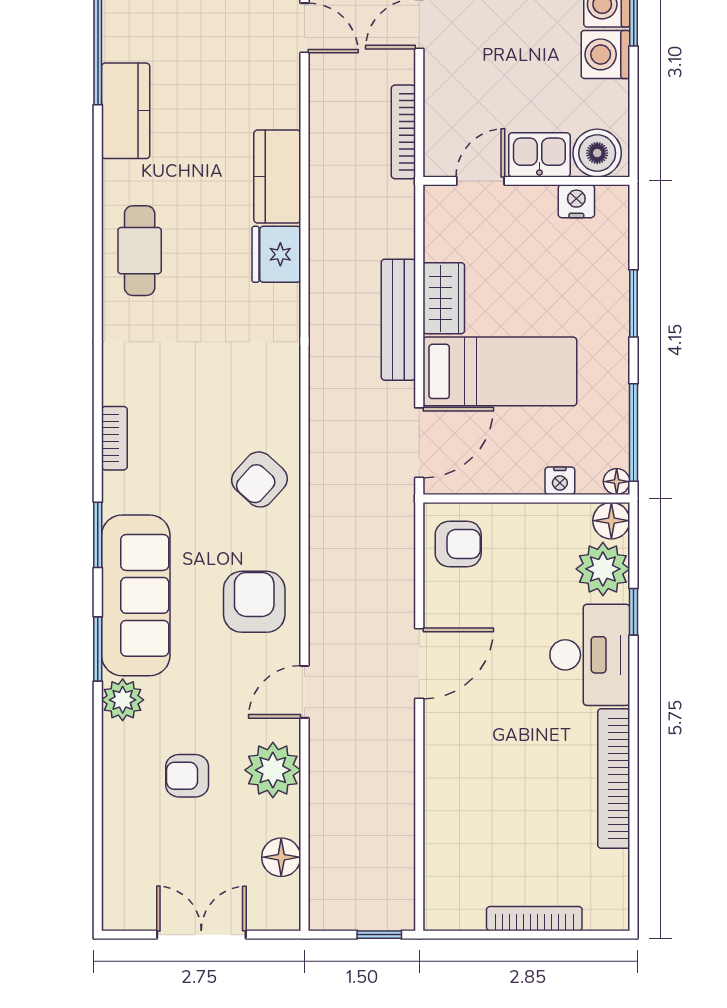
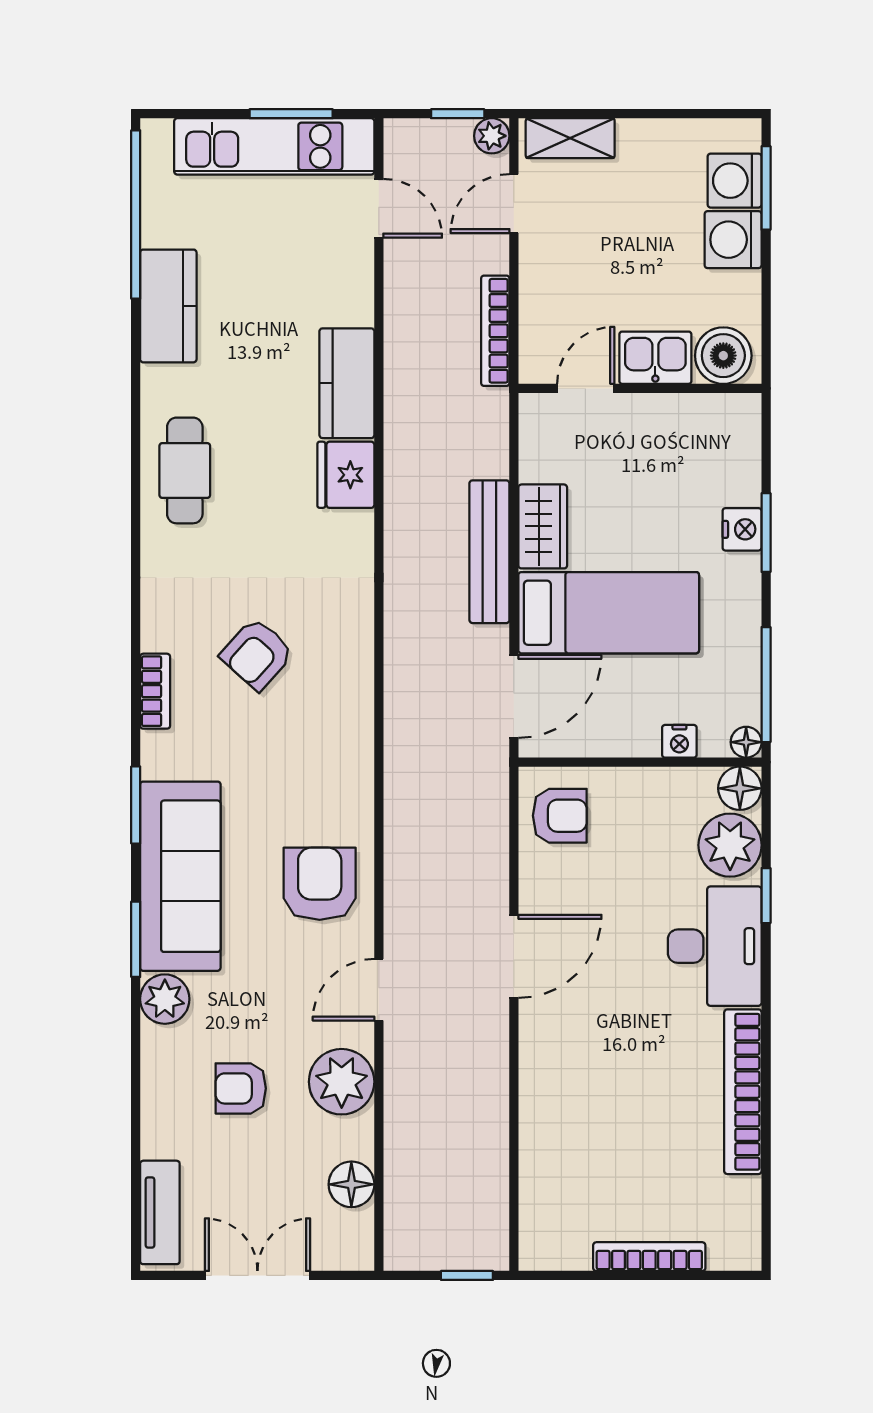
nightstand: (576, 201) -> (742, 529), moved, turned 90
armchair: (259, 479) -> (257, 654), moved
tv unit: (118, 881) -> (160, 1212), added

